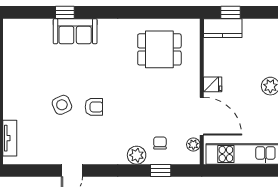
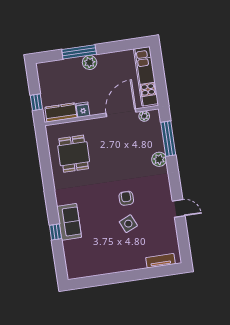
kitchen counter: (223, 28) -> (61, 112), moved, turned -90
fridge: (213, 84) -> (83, 110), moved
chair: (160, 143) -> (147, 142), removed
window: (161, 171) -> (168, 139), width x2.17

